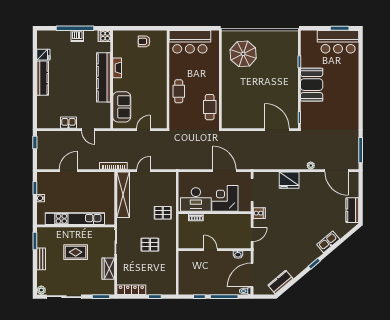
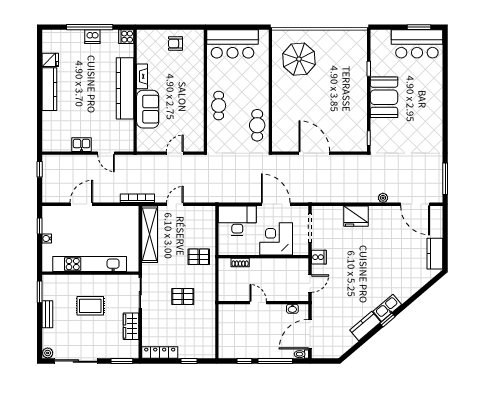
sofa: (122, 107) -> (148, 109), moved
door: (277, 130) -> (314, 153), moved
desk: (196, 199) -> (237, 221), moved, turned 180
kitchen sink: (328, 242) -> (387, 308), moved
kitchen counter: (280, 282) -> (365, 326), moved

